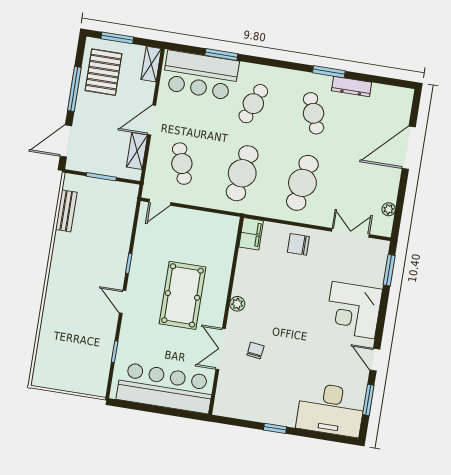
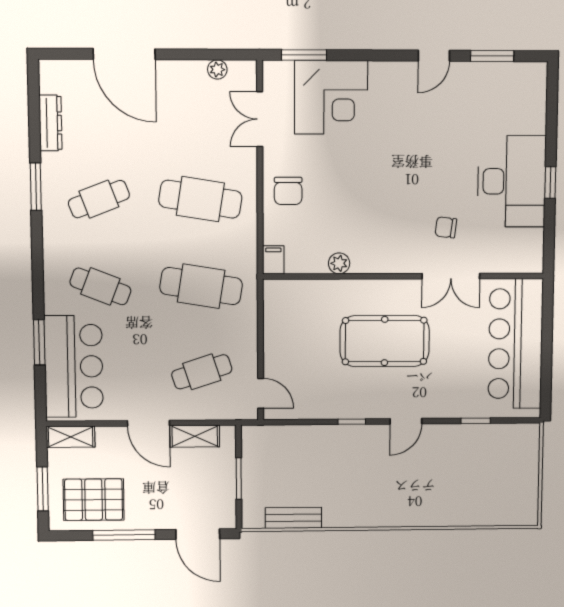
dresser: (352, 87) -> (50, 123), moved
filing cabinet: (251, 234) -> (273, 260), width x0.50
plant: (237, 304) -> (339, 263), moved
corner desk: (353, 310) -> (331, 97), moved
desk: (331, 409) -> (512, 181), moved

